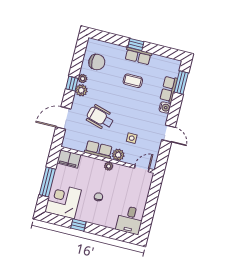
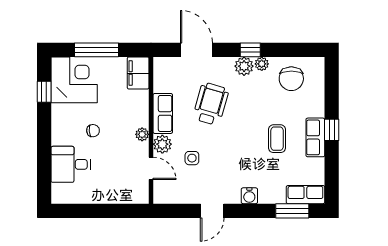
row of seats: (169, 89) -> (305, 195), moved
door: (142, 168) -> (151, 168), moved
desk: (130, 220) -> (71, 164), moved
window: (78, 225) -> (44, 92), moved

